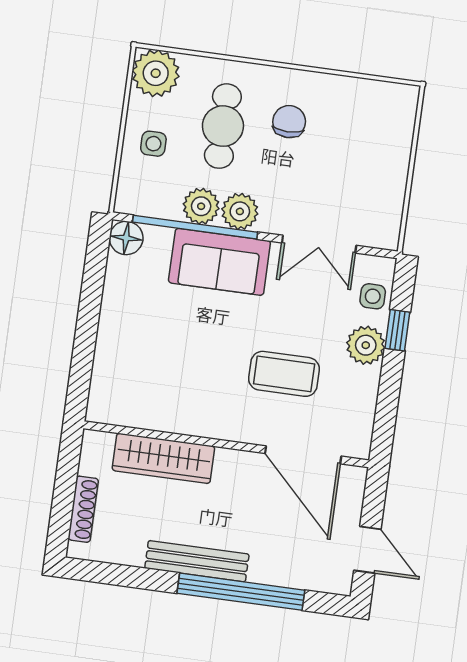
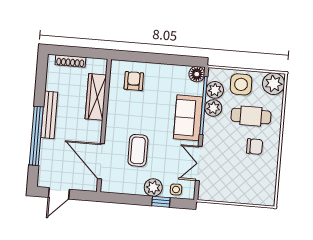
side table: (153, 144) -> (241, 84), width x1.87, depth x1.87
plant: (240, 211) -> (215, 90), moved
armchair: (134, 375) -> (134, 81), added
door: (303, 455) -> (101, 161), hinge flipped

